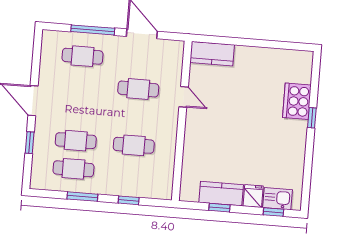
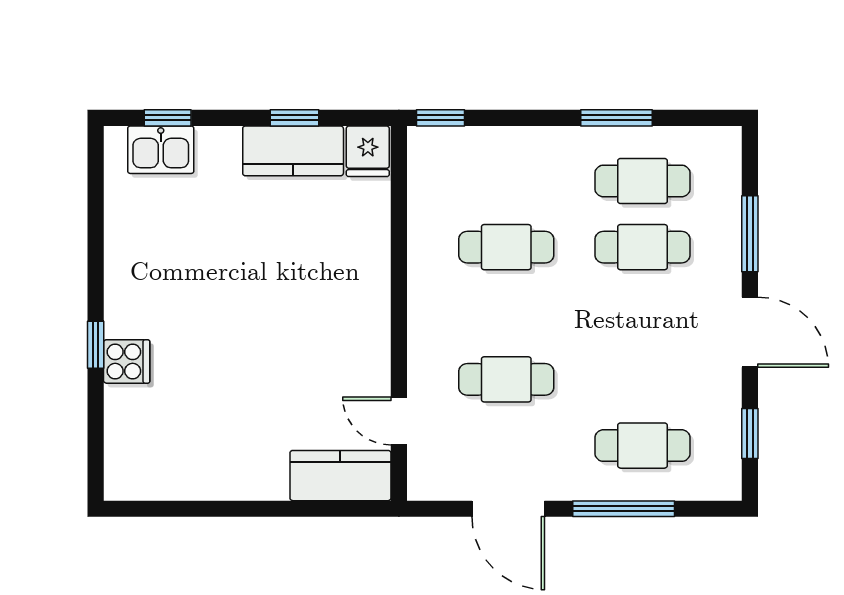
window: (36, 58) -> (750, 434), added
door: (184, 97) -> (399, 421), moved
cooker: (297, 101) -> (127, 361), width x0.53, depth x0.76
window: (30, 143) -> (750, 234), width x1.50
fridge: (253, 196) -> (368, 151), moved
window: (129, 200) -> (440, 118), moved

